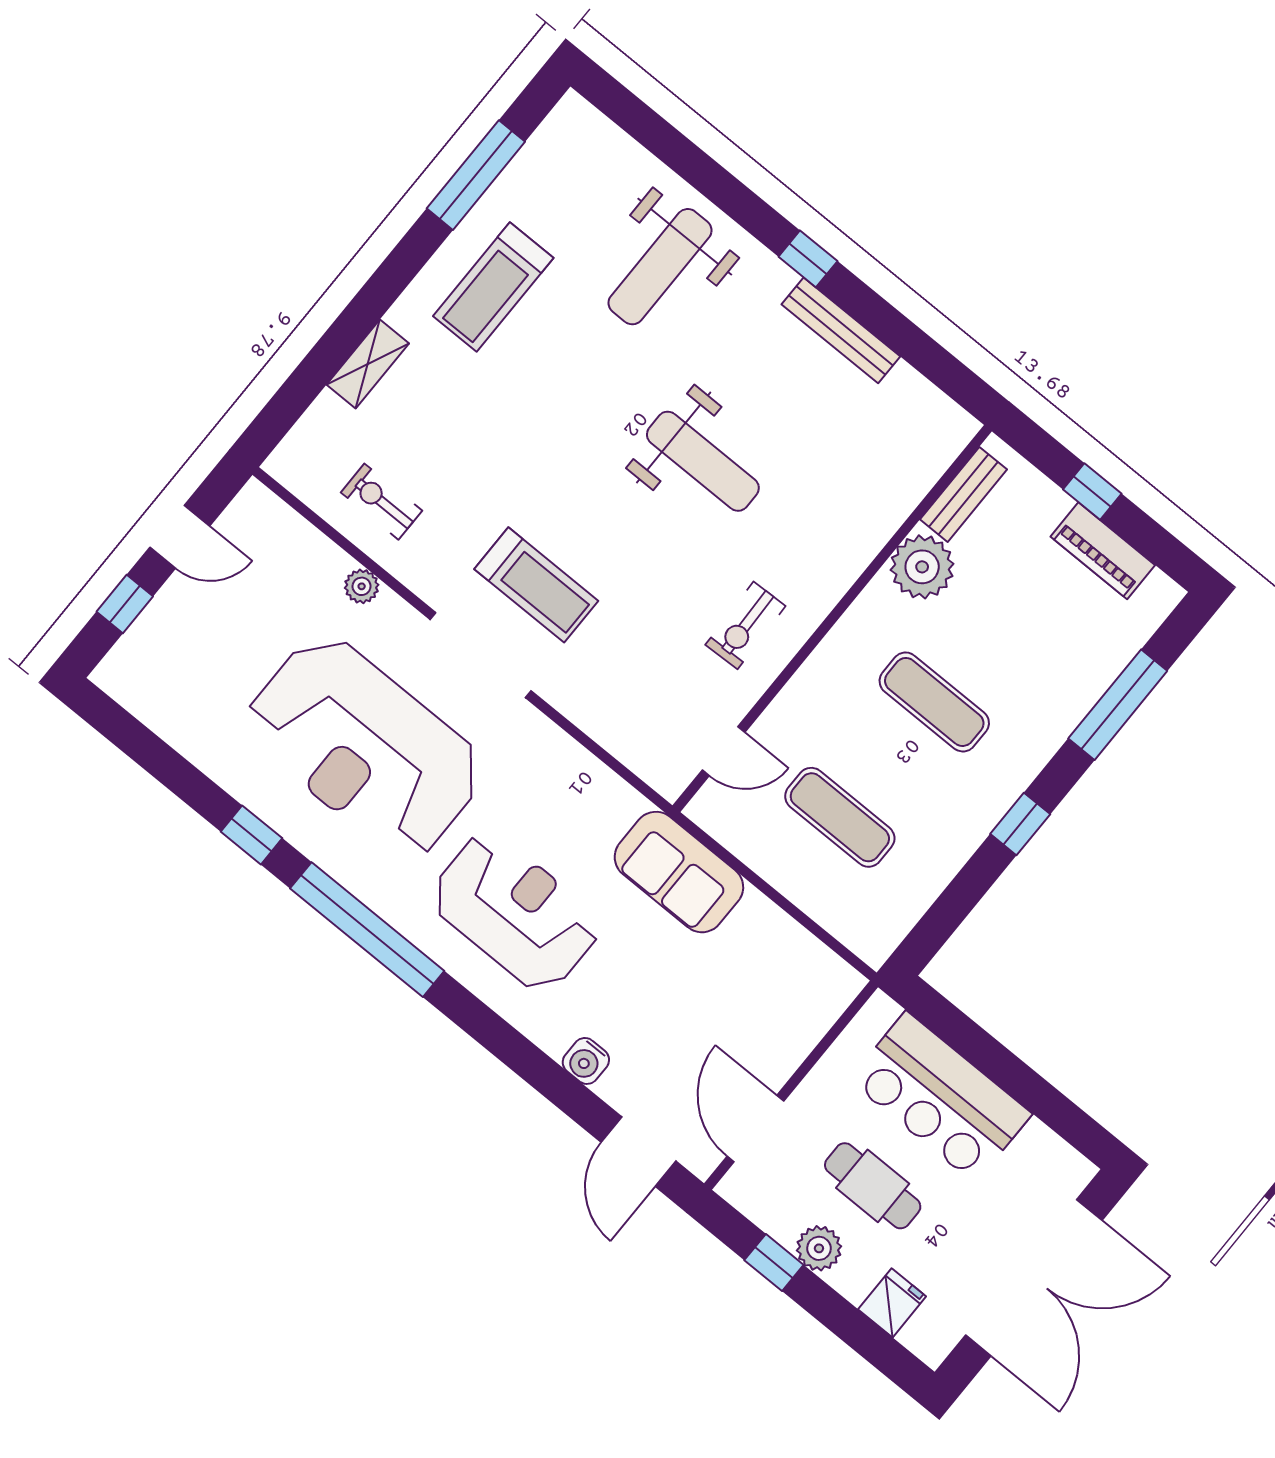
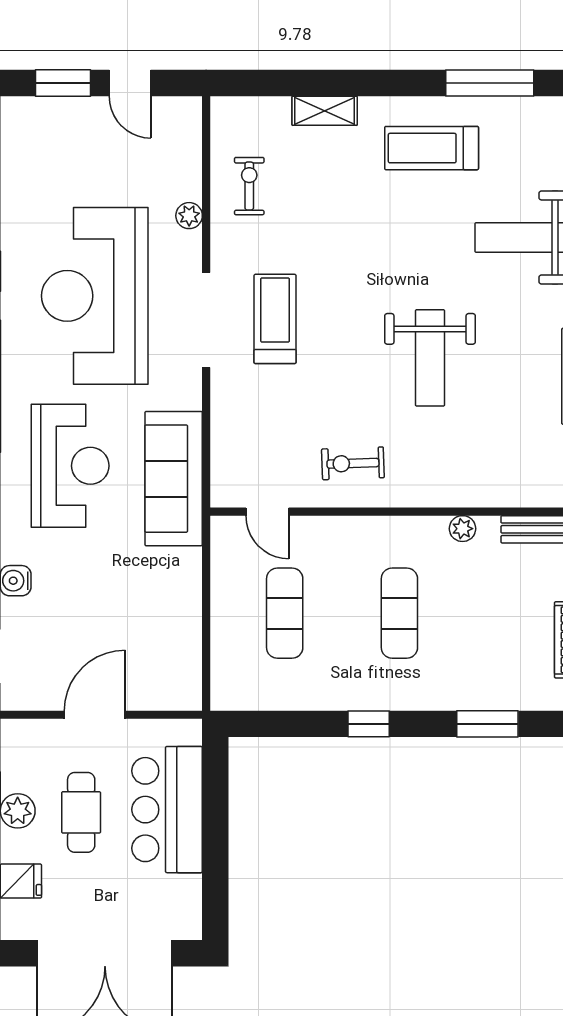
plant: (922, 567) -> (463, 529), width x0.53, depth x0.53
treadmill: (536, 585) -> (275, 319), turned 180
window: (125, 604) -> (63, 83), width x1.50
window: (1118, 705) -> (487, 724), width x0.69
sofa: (679, 872) -> (174, 479), moved, width x1.36
door: (755, 1129) -> (95, 715), moved

